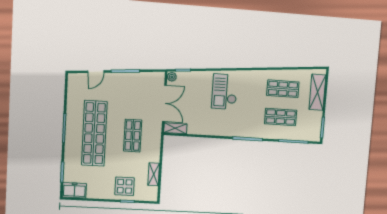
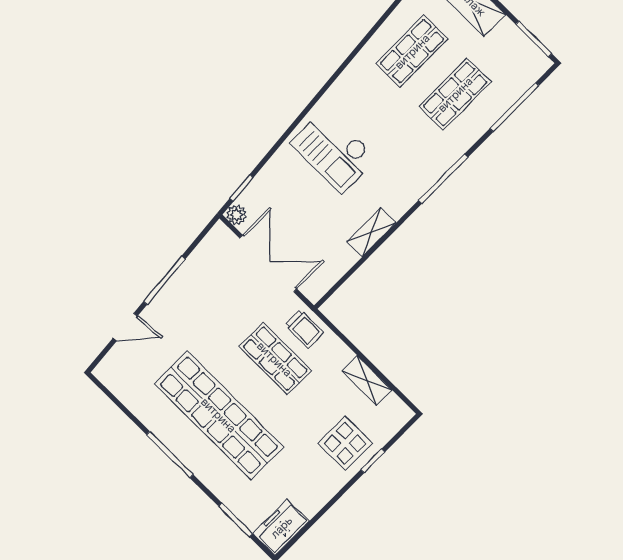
door: (96, 72) -> (125, 327), hinge flipped
shelving: (175, 128) -> (371, 232), moved
trolley: (152, 137) -> (304, 329), added

